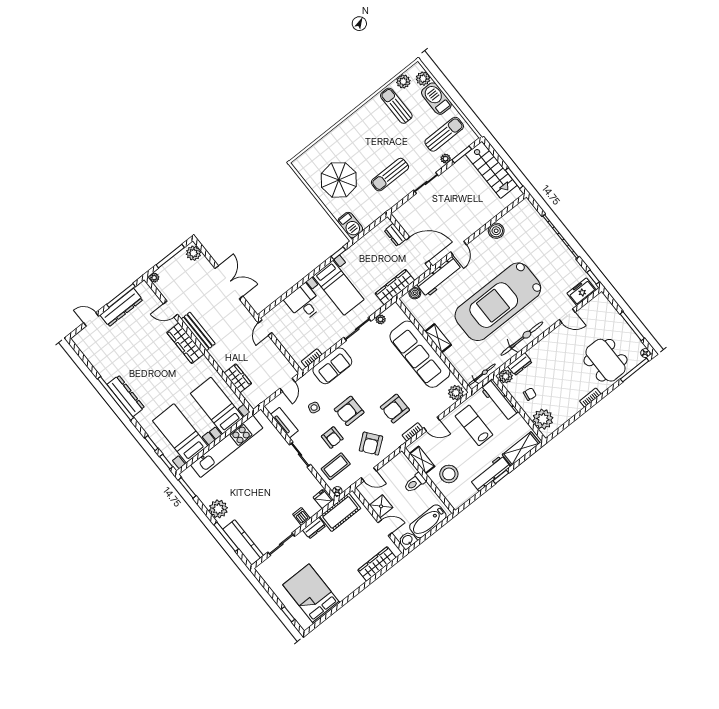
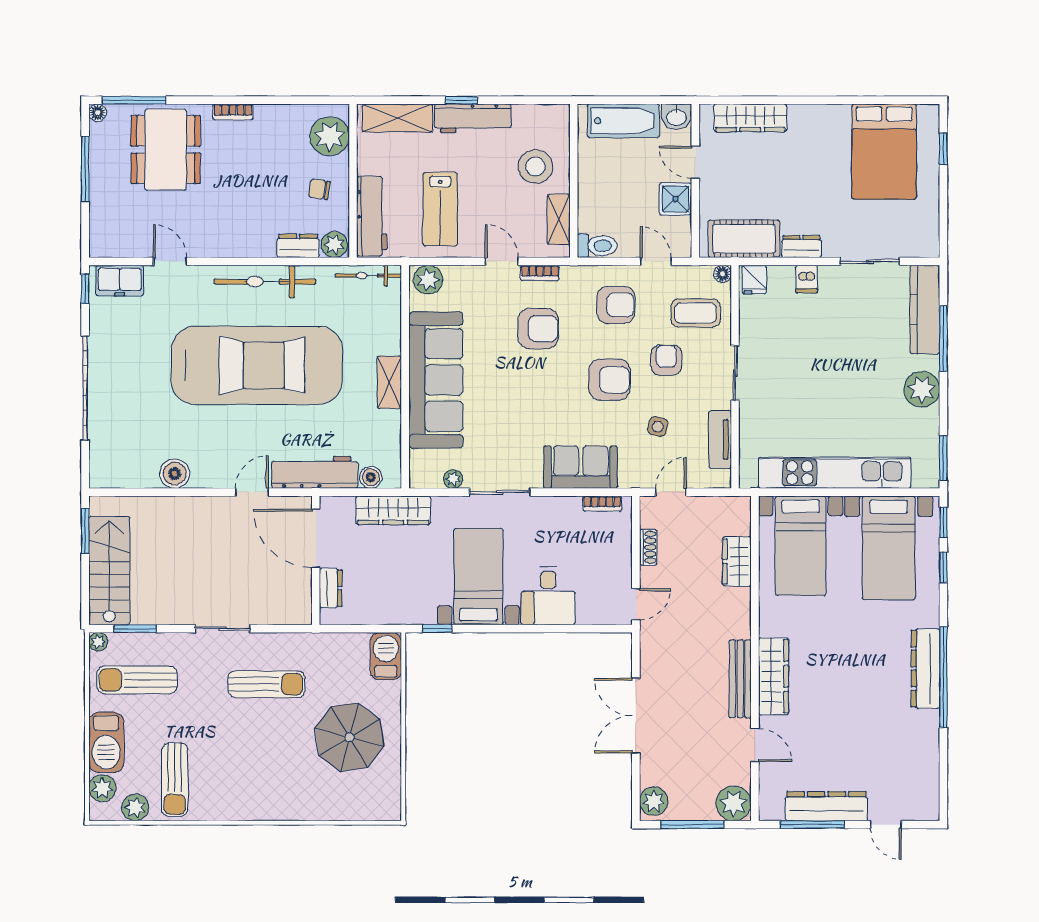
plant: (446, 159) -> (98, 642), moved
plant: (154, 278) -> (734, 803), width x1.88, depth x1.88
shoe rack: (279, 355) -> (648, 547), added
armchair: (371, 444) -> (616, 305), turned 38
toilet: (415, 483) -> (597, 246), moved

